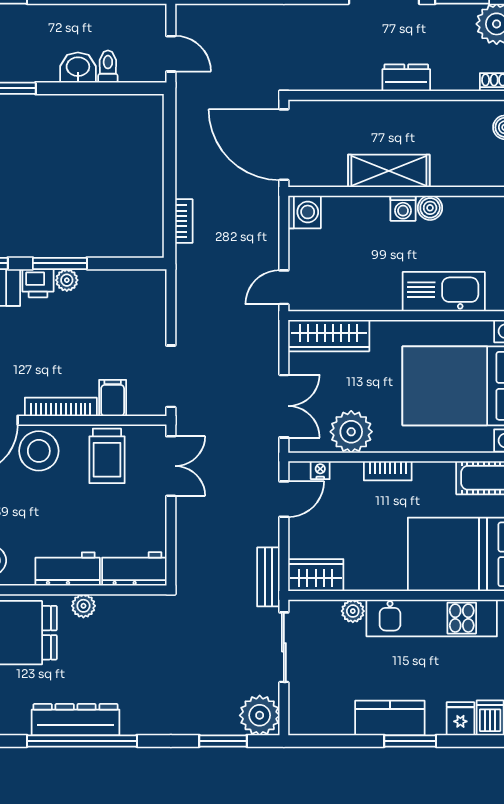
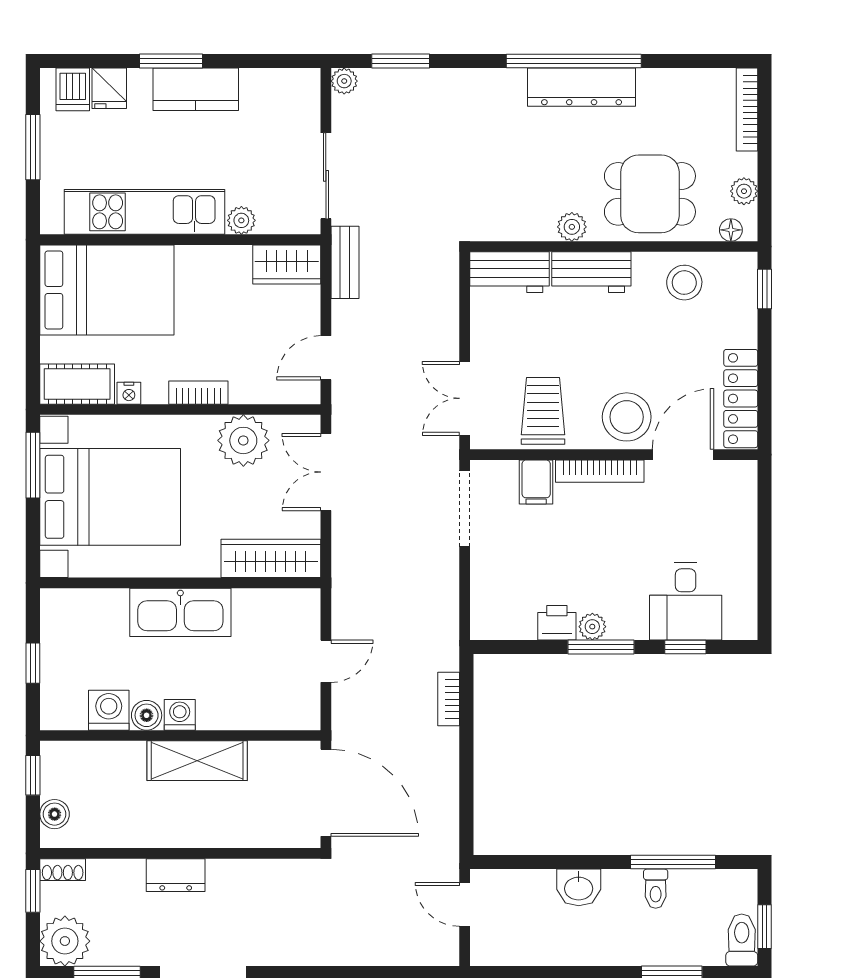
toilet: (108, 67) -> (656, 889), moved
washing machine: (304, 212) -> (109, 710), moved, turned 90
printer: (38, 283) -> (557, 623), moved
door: (284, 287) -> (326, 661), moved
kitchen sink: (444, 292) -> (180, 612), moved
nightstand: (320, 470) -> (129, 393), moved
plant: (260, 715) -> (344, 81), width x0.53, depth x0.53

